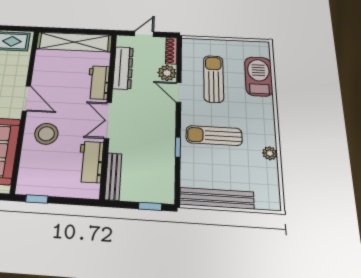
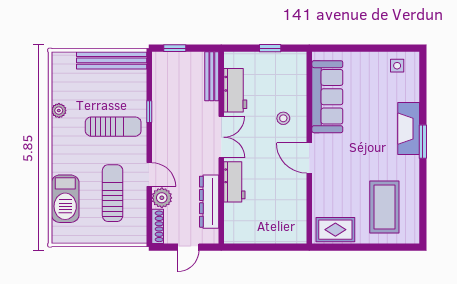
shelving: (74, 42) -> (265, 232), removed
sun lounger: (214, 79) -> (113, 193), turned 180
stool: (46, 134) -> (283, 118), width x0.53, depth x0.53
window: (37, 199) -> (270, 48), moved

